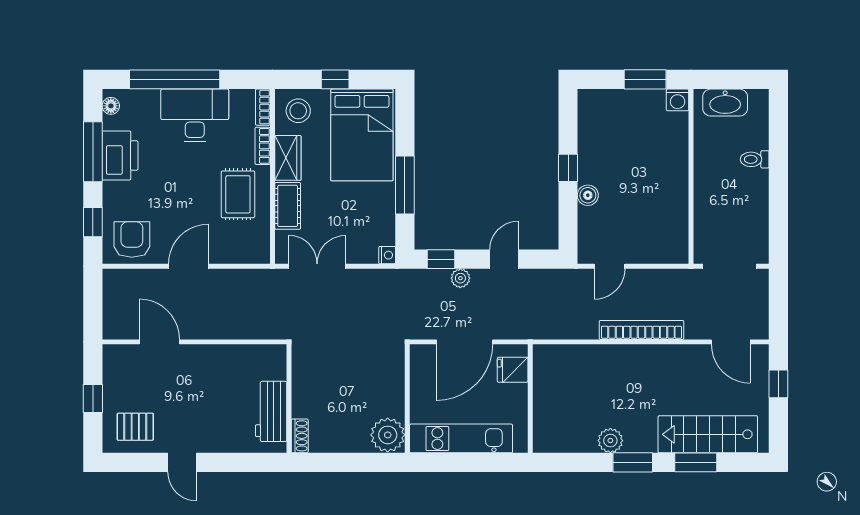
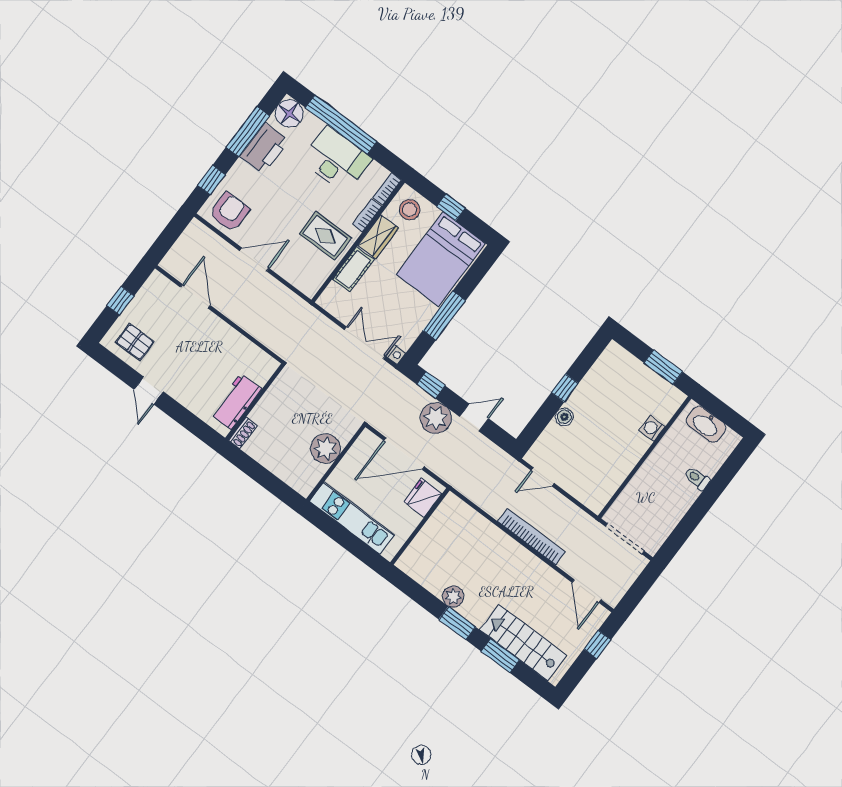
washing machine: (678, 100) -> (652, 428), moved, turned 90
floor lamp: (111, 106) -> (289, 114), width x1.89, depth x1.89
rug: (238, 194) -> (325, 236), turned 90
double door: (317, 266) -> (365, 343), moved
plant: (460, 278) -> (436, 418), width x1.87, depth x1.87
fridge: (513, 370) -> (423, 498), width x1.38
plant: (388, 435) -> (326, 449), moved

